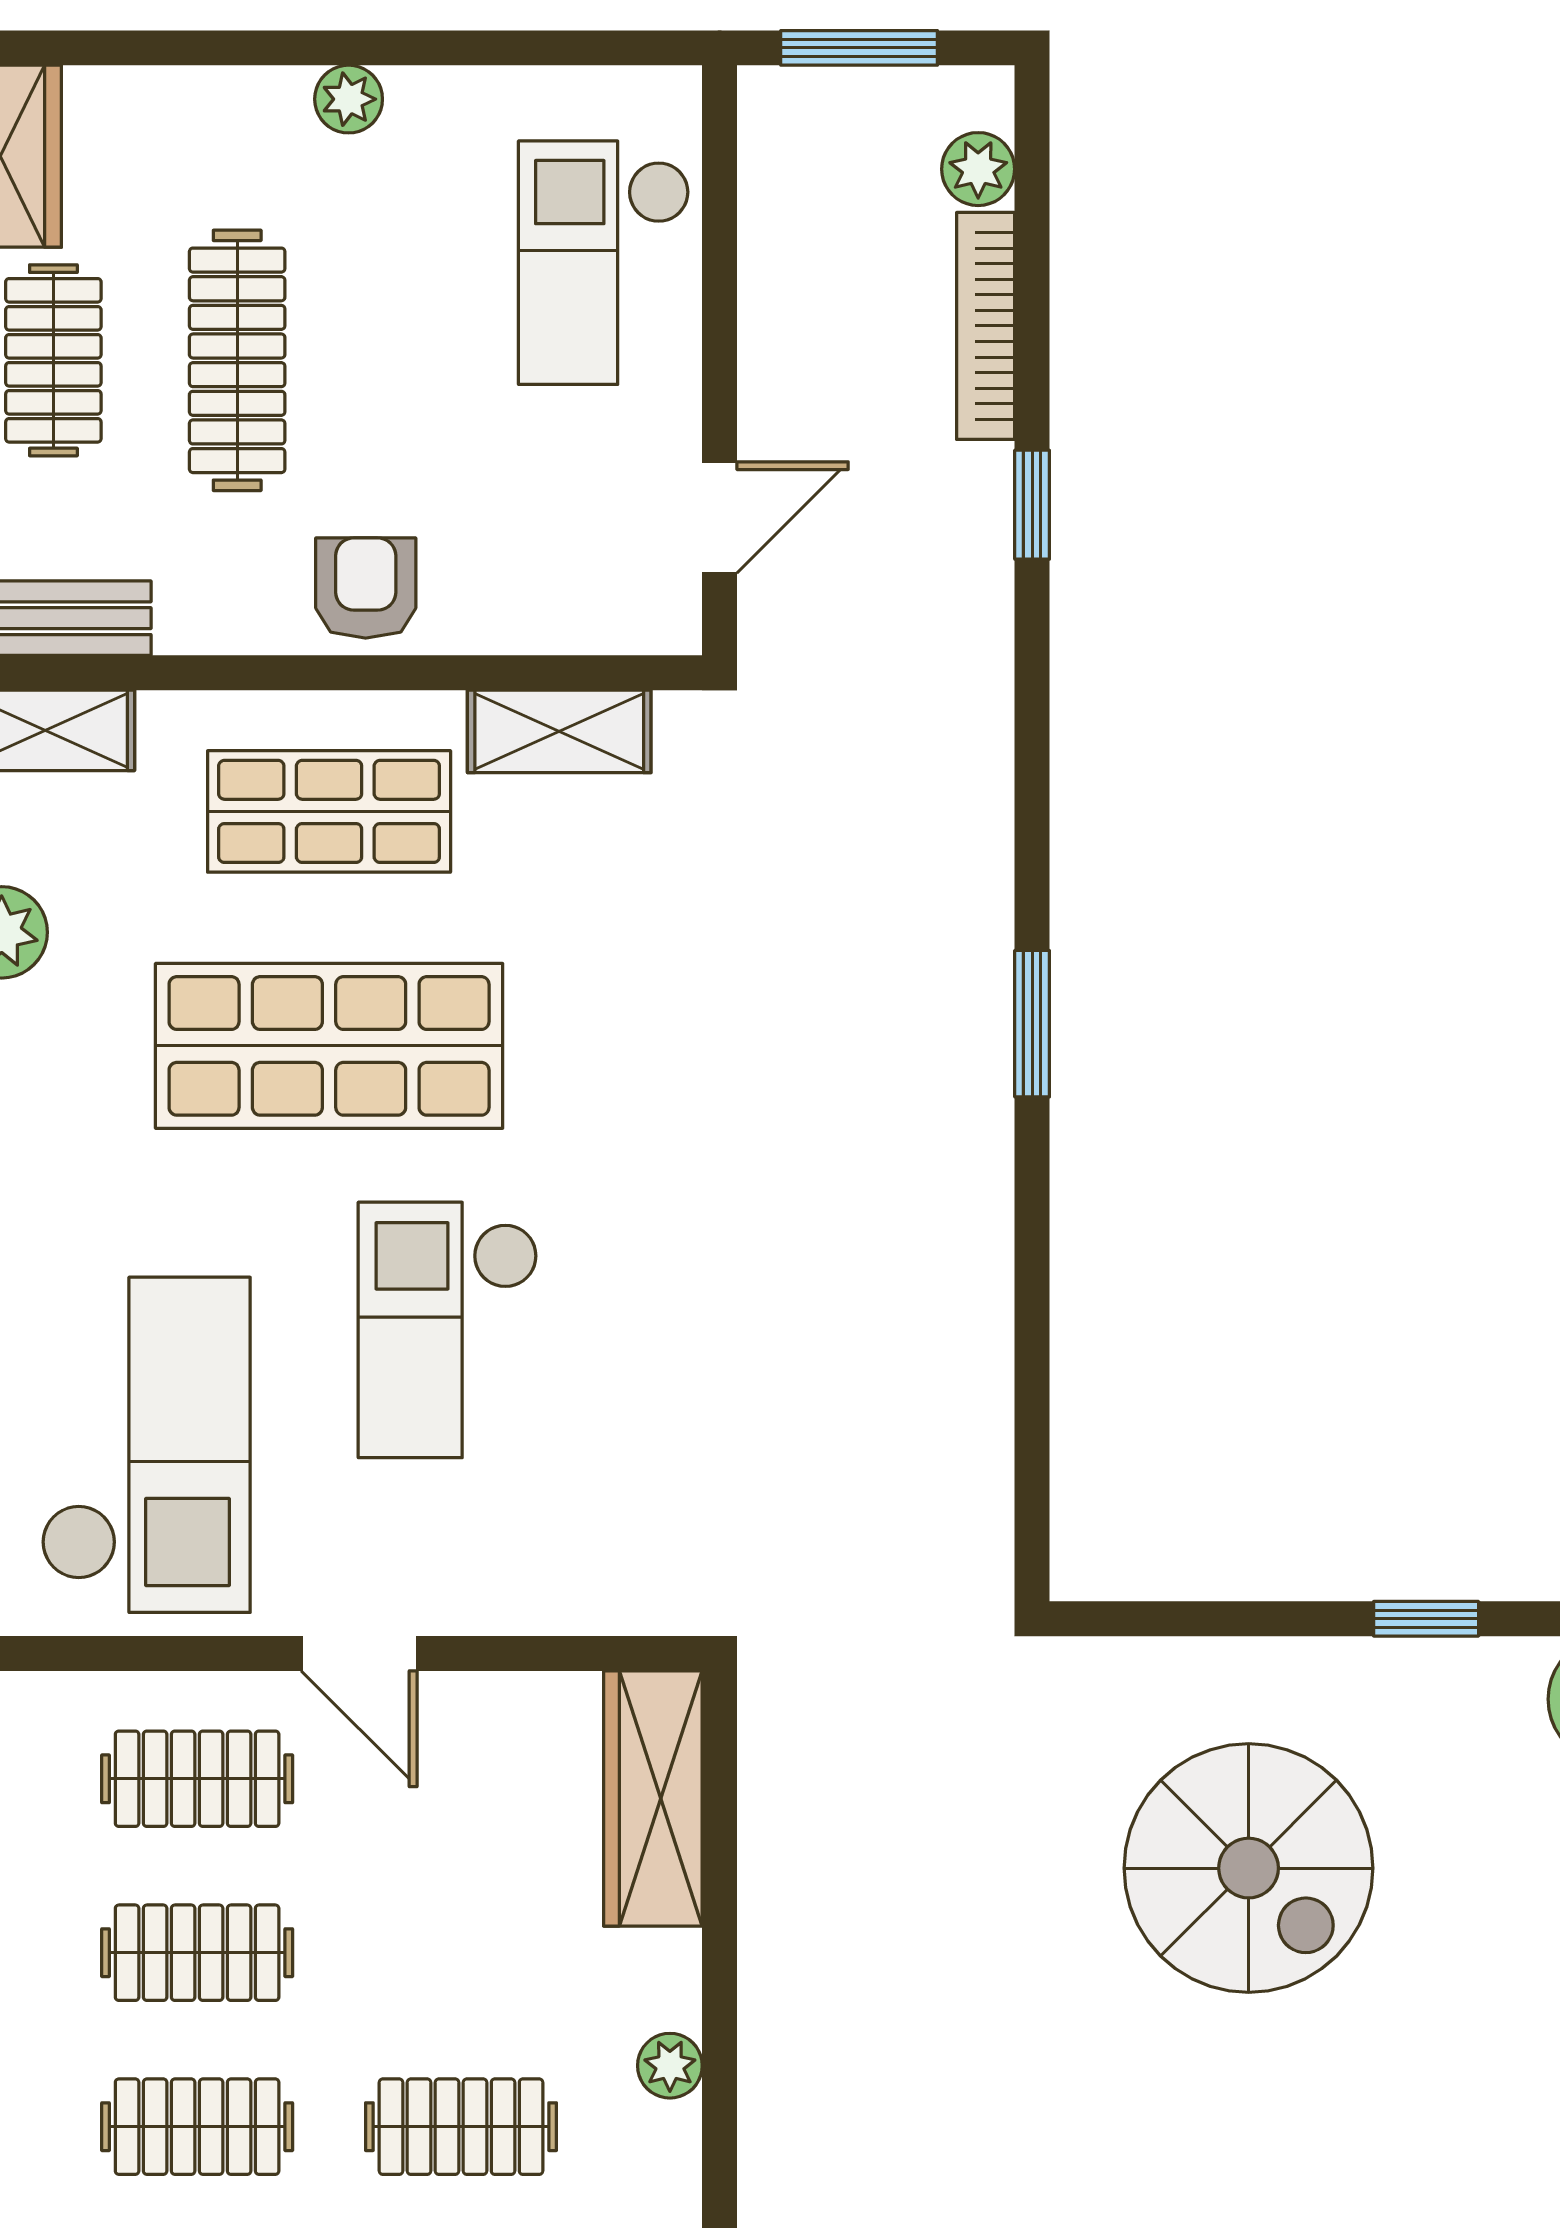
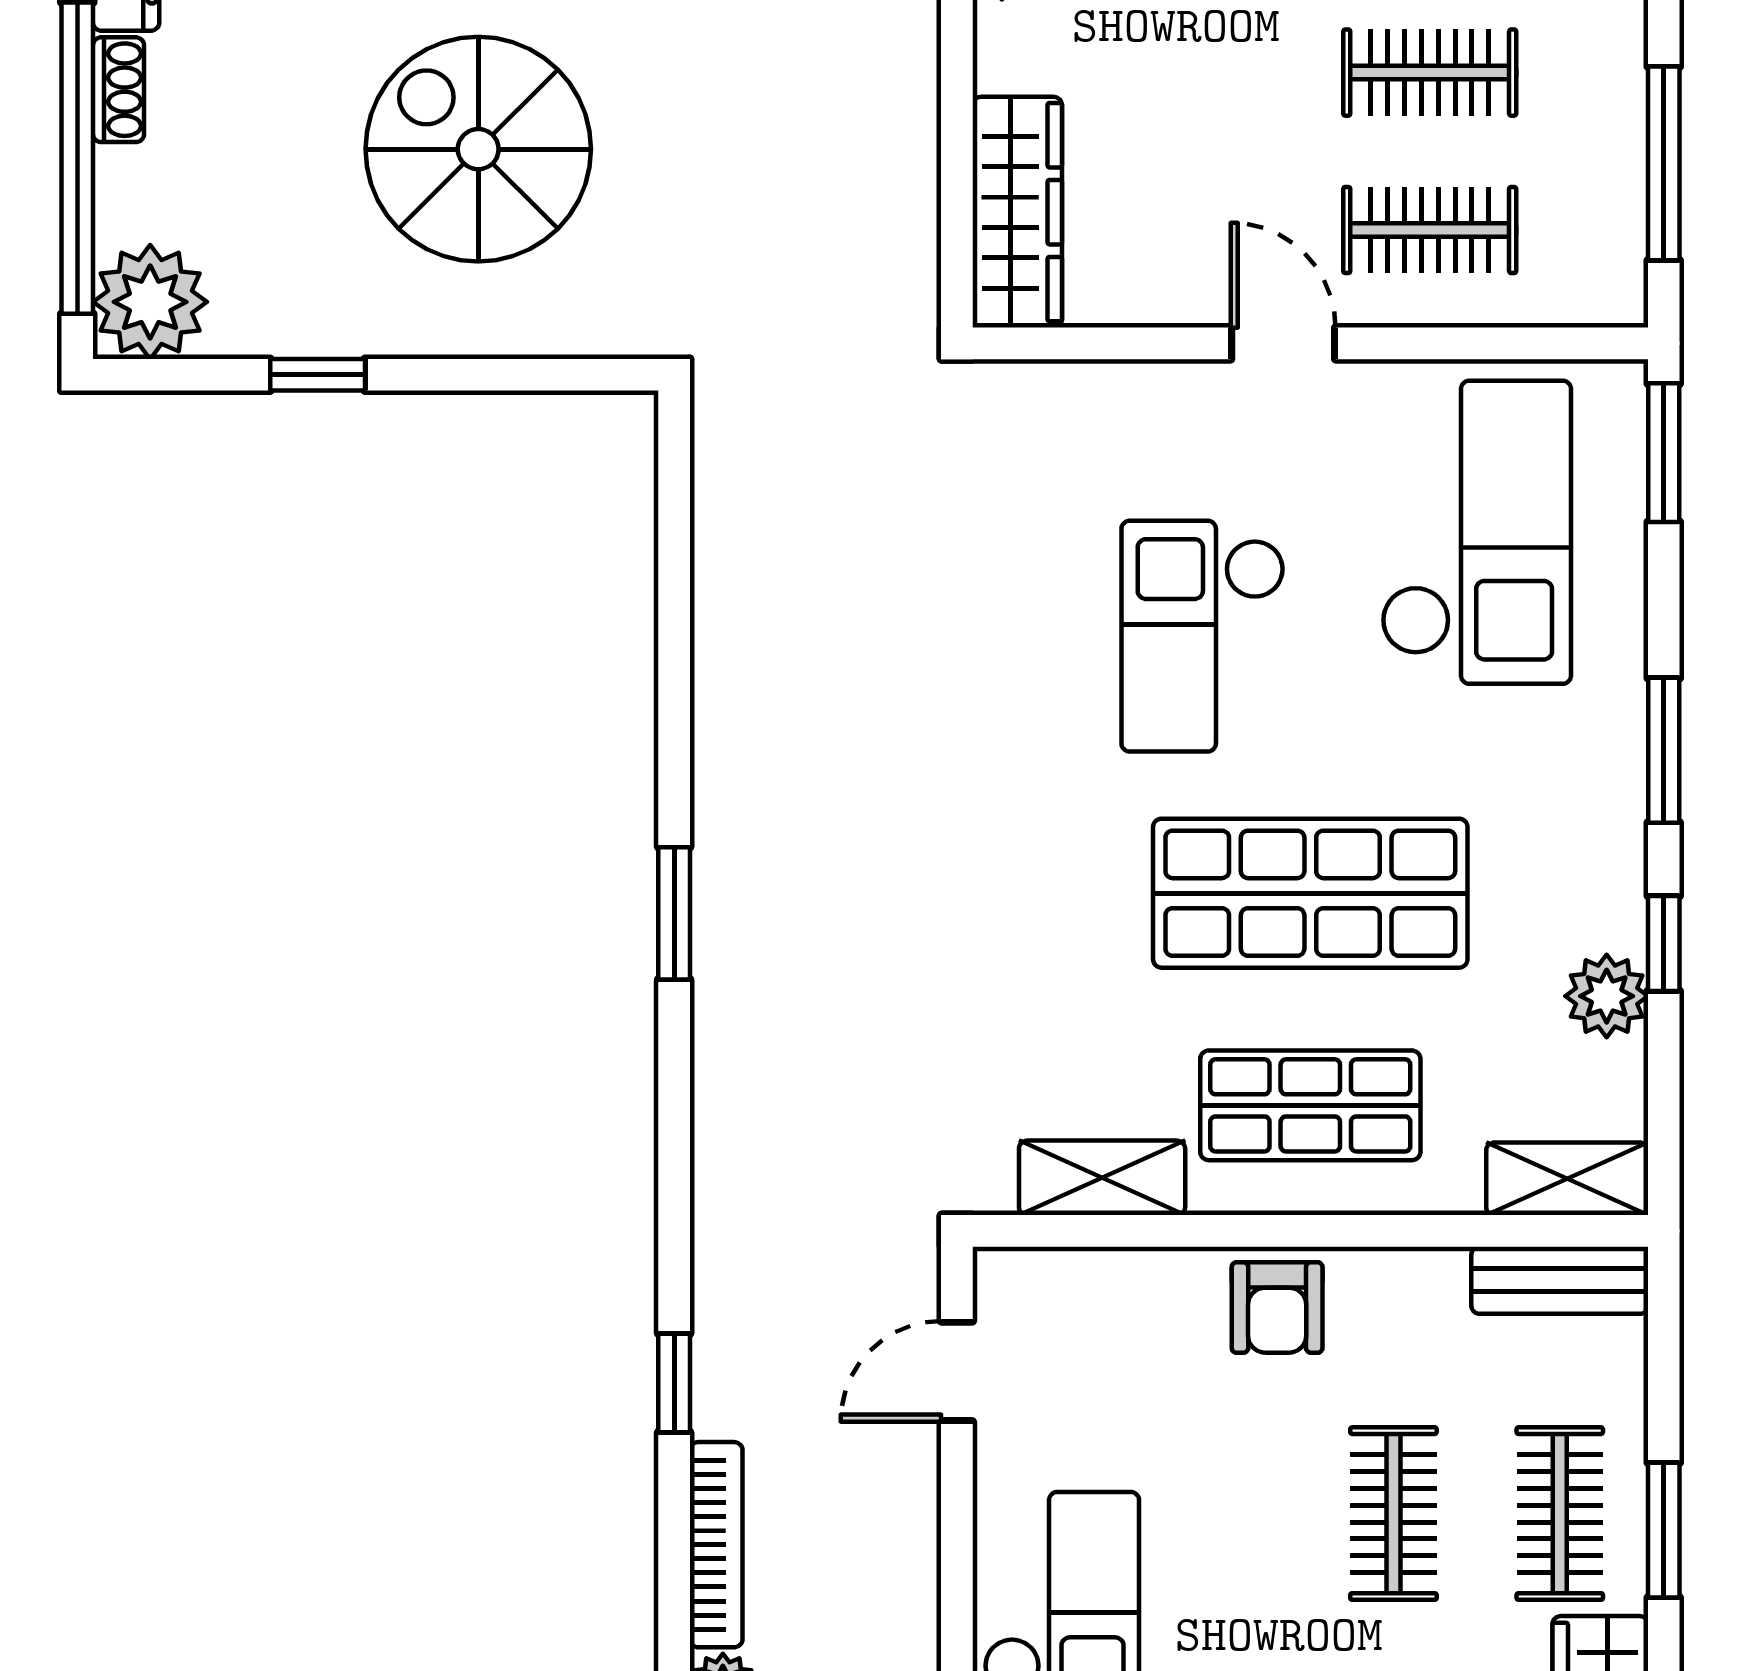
clothes rail: (237, 360) -> (1393, 1514), width x0.73
checkout: (448, 1330) -> (1203, 636), turned 180
checkout: (146, 1445) -> (1476, 532), turned 180

